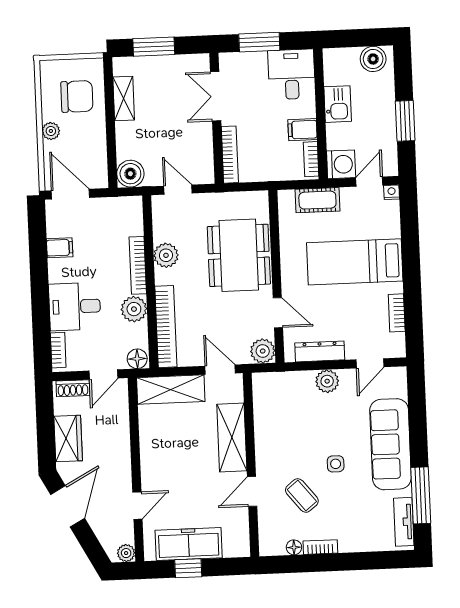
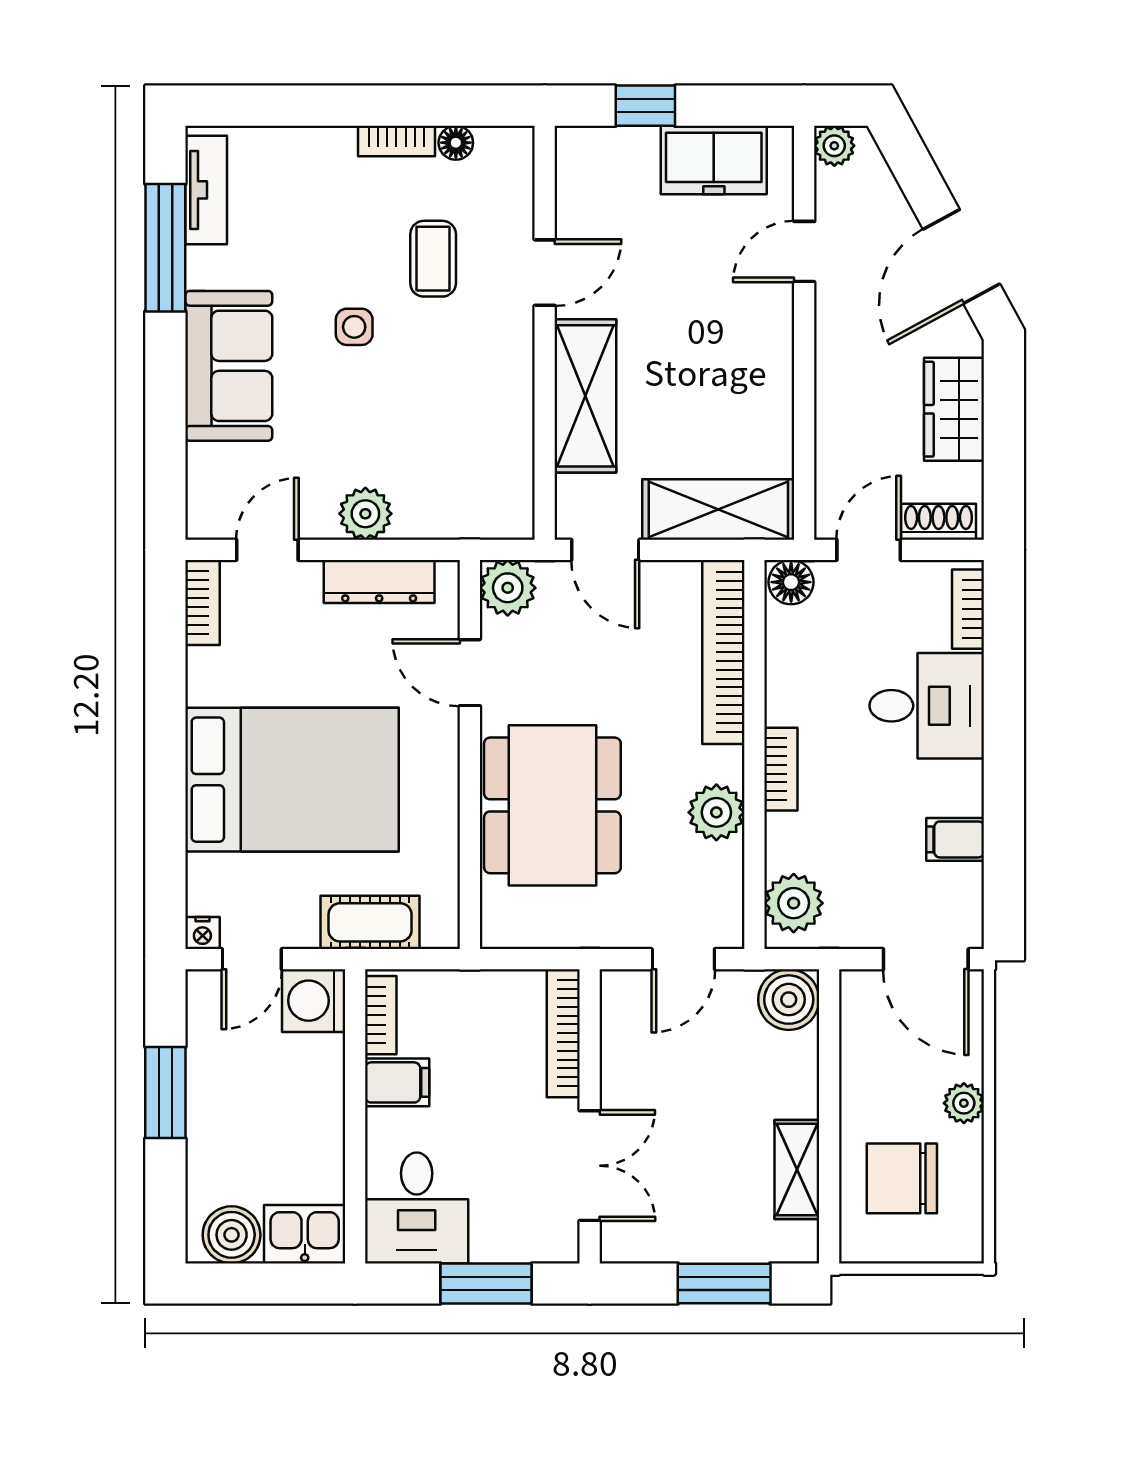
kitchen sink: (338, 104) -> (305, 1234), moved, turned 90
door: (178, 190) -> (683, 959), hinge flipped
bed: (355, 262) -> (292, 780), width x1.50
bookcase: (138, 265) -> (781, 769), width x0.64
plant: (134, 309) -> (794, 903), moved
bookcase: (397, 313) -> (202, 603), moved
sofa: (390, 444) -> (229, 366), width x0.73
coffee table: (302, 496) -> (433, 259), turned 39
freezer: (189, 544) -> (714, 160), width x0.71
window: (188, 568) -> (645, 106), moved

